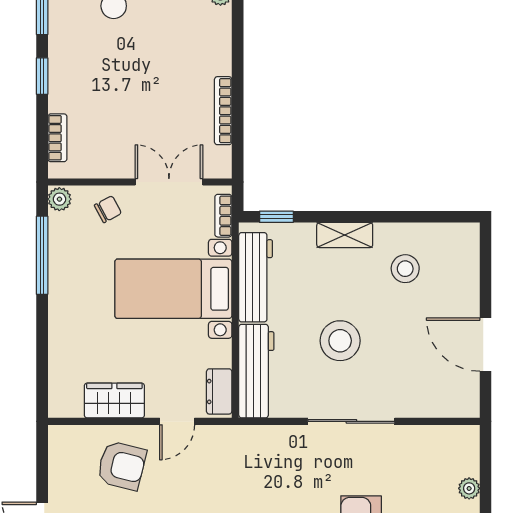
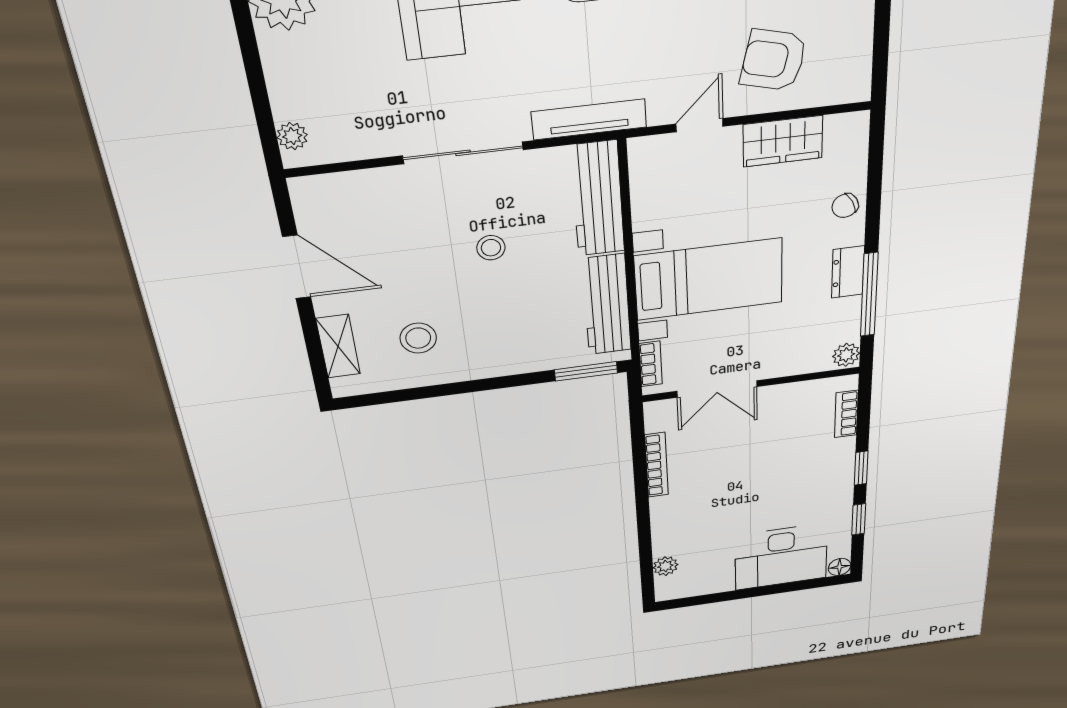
chair: (108, 209) -> (845, 206), moved
window: (276, 217) -> (586, 371), width x1.50
shelving: (345, 235) -> (338, 346), moved, turned 90
stool: (340, 341) -> (491, 248), width x0.53, depth x0.53
dresser: (219, 391) -> (848, 272), moved, turned 180
tv unit: (258, 436) -> (589, 119), added
plant: (469, 488) -> (292, 136), moved

